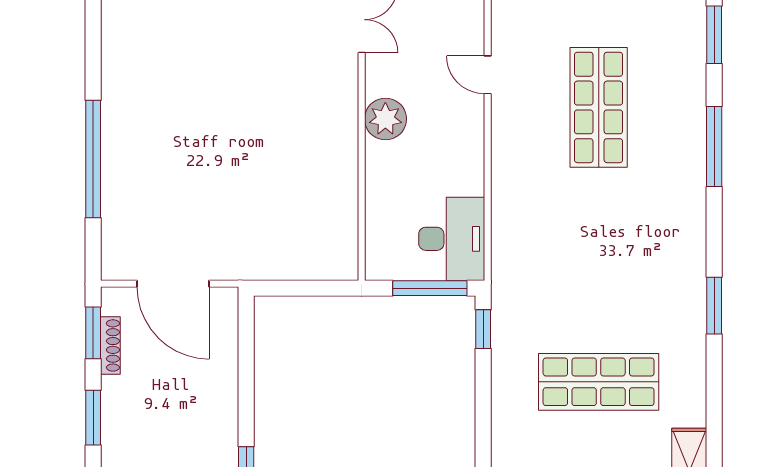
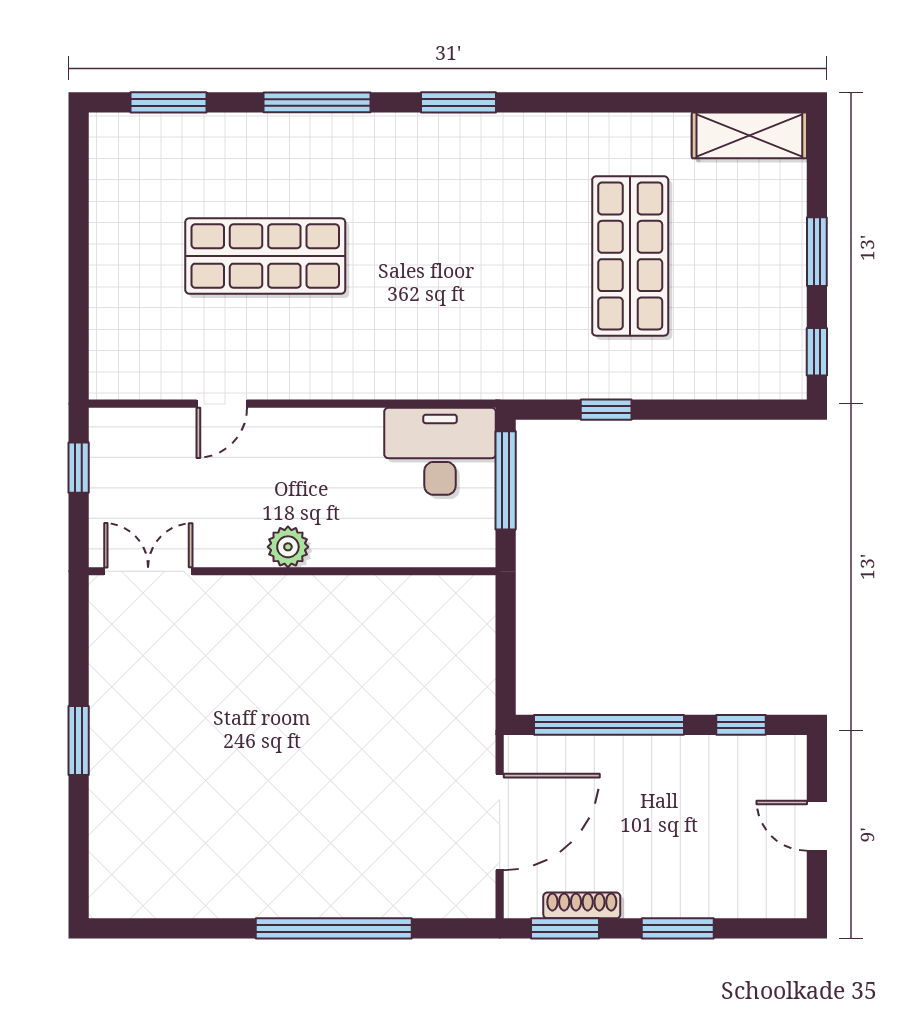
plant: (385, 119) -> (288, 547), width x0.73, depth x0.73
window: (714, 306) -> (458, 102), moved
window: (483, 329) -> (606, 410), moved
window: (246, 366) -> (609, 725), added

